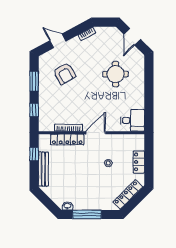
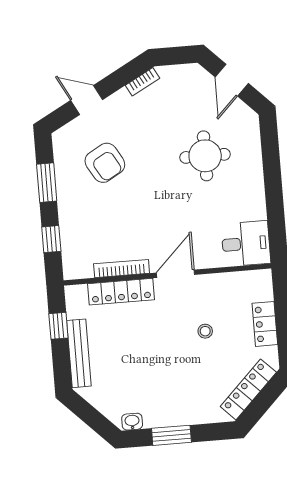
window: (87, 214) -> (171, 435), width x0.69

